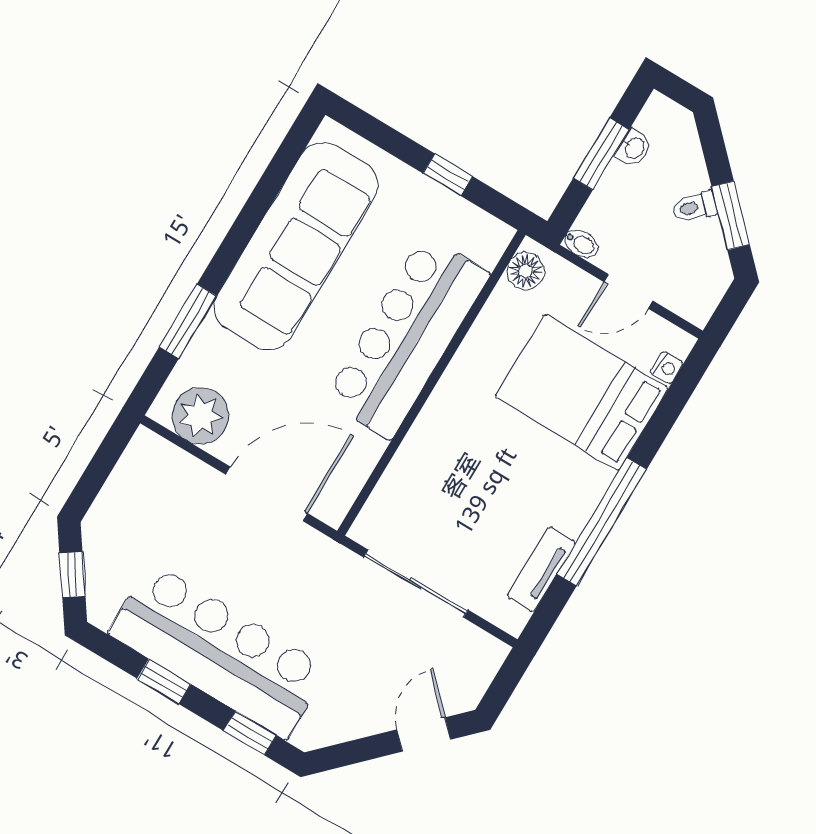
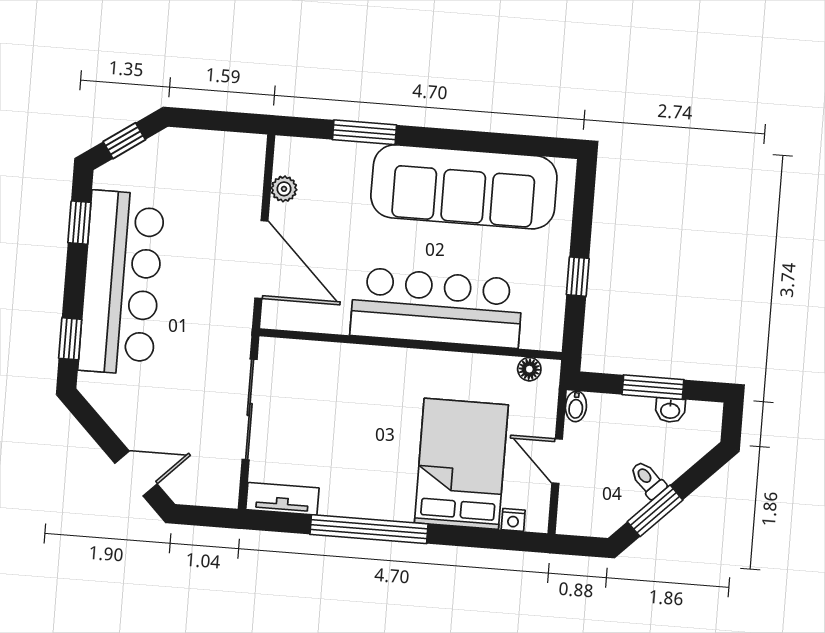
floor lamp: (526, 271) -> (529, 369), width x0.73, depth x0.73
plant: (200, 416) -> (284, 189), width x0.53, depth x0.53
tv unit: (541, 569) -> (282, 499), moved
window: (164, 681) -> (79, 223), moved

